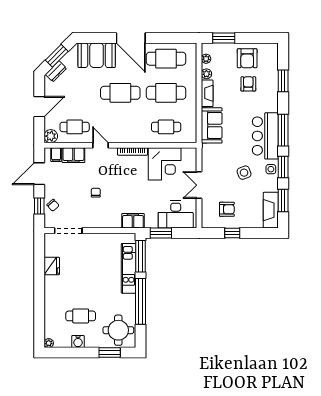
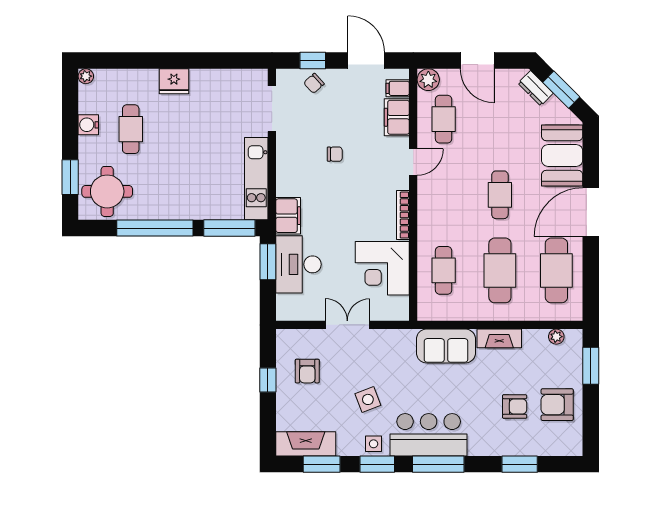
plant: (206, 74) -> (531, 337), removed
cafe table: (120, 93) -> (500, 195), width x0.73, depth x0.74
desk: (176, 215) -> (299, 264), moved
fridge: (52, 266) -> (174, 81), moved
kitchen unit: (129, 268) -> (256, 179), moved, turned -90

